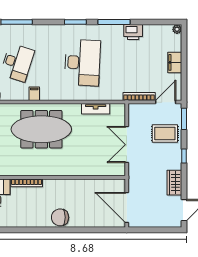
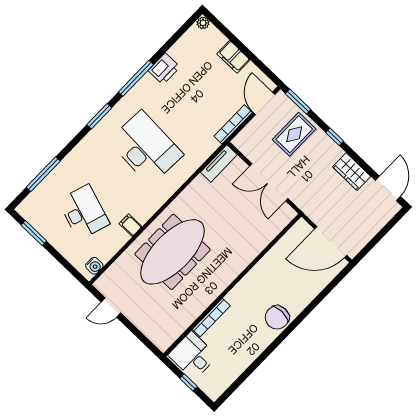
tv unit: (96, 109) -> (219, 163), moved

